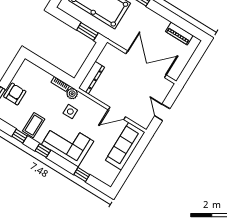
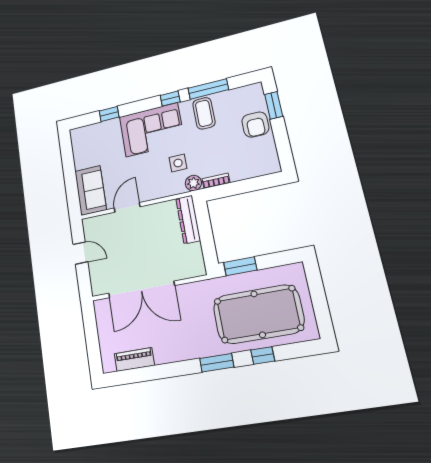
window: (20, 136) -> (208, 89), width x2.17
sofa: (125, 146) -> (90, 190), width x0.73

